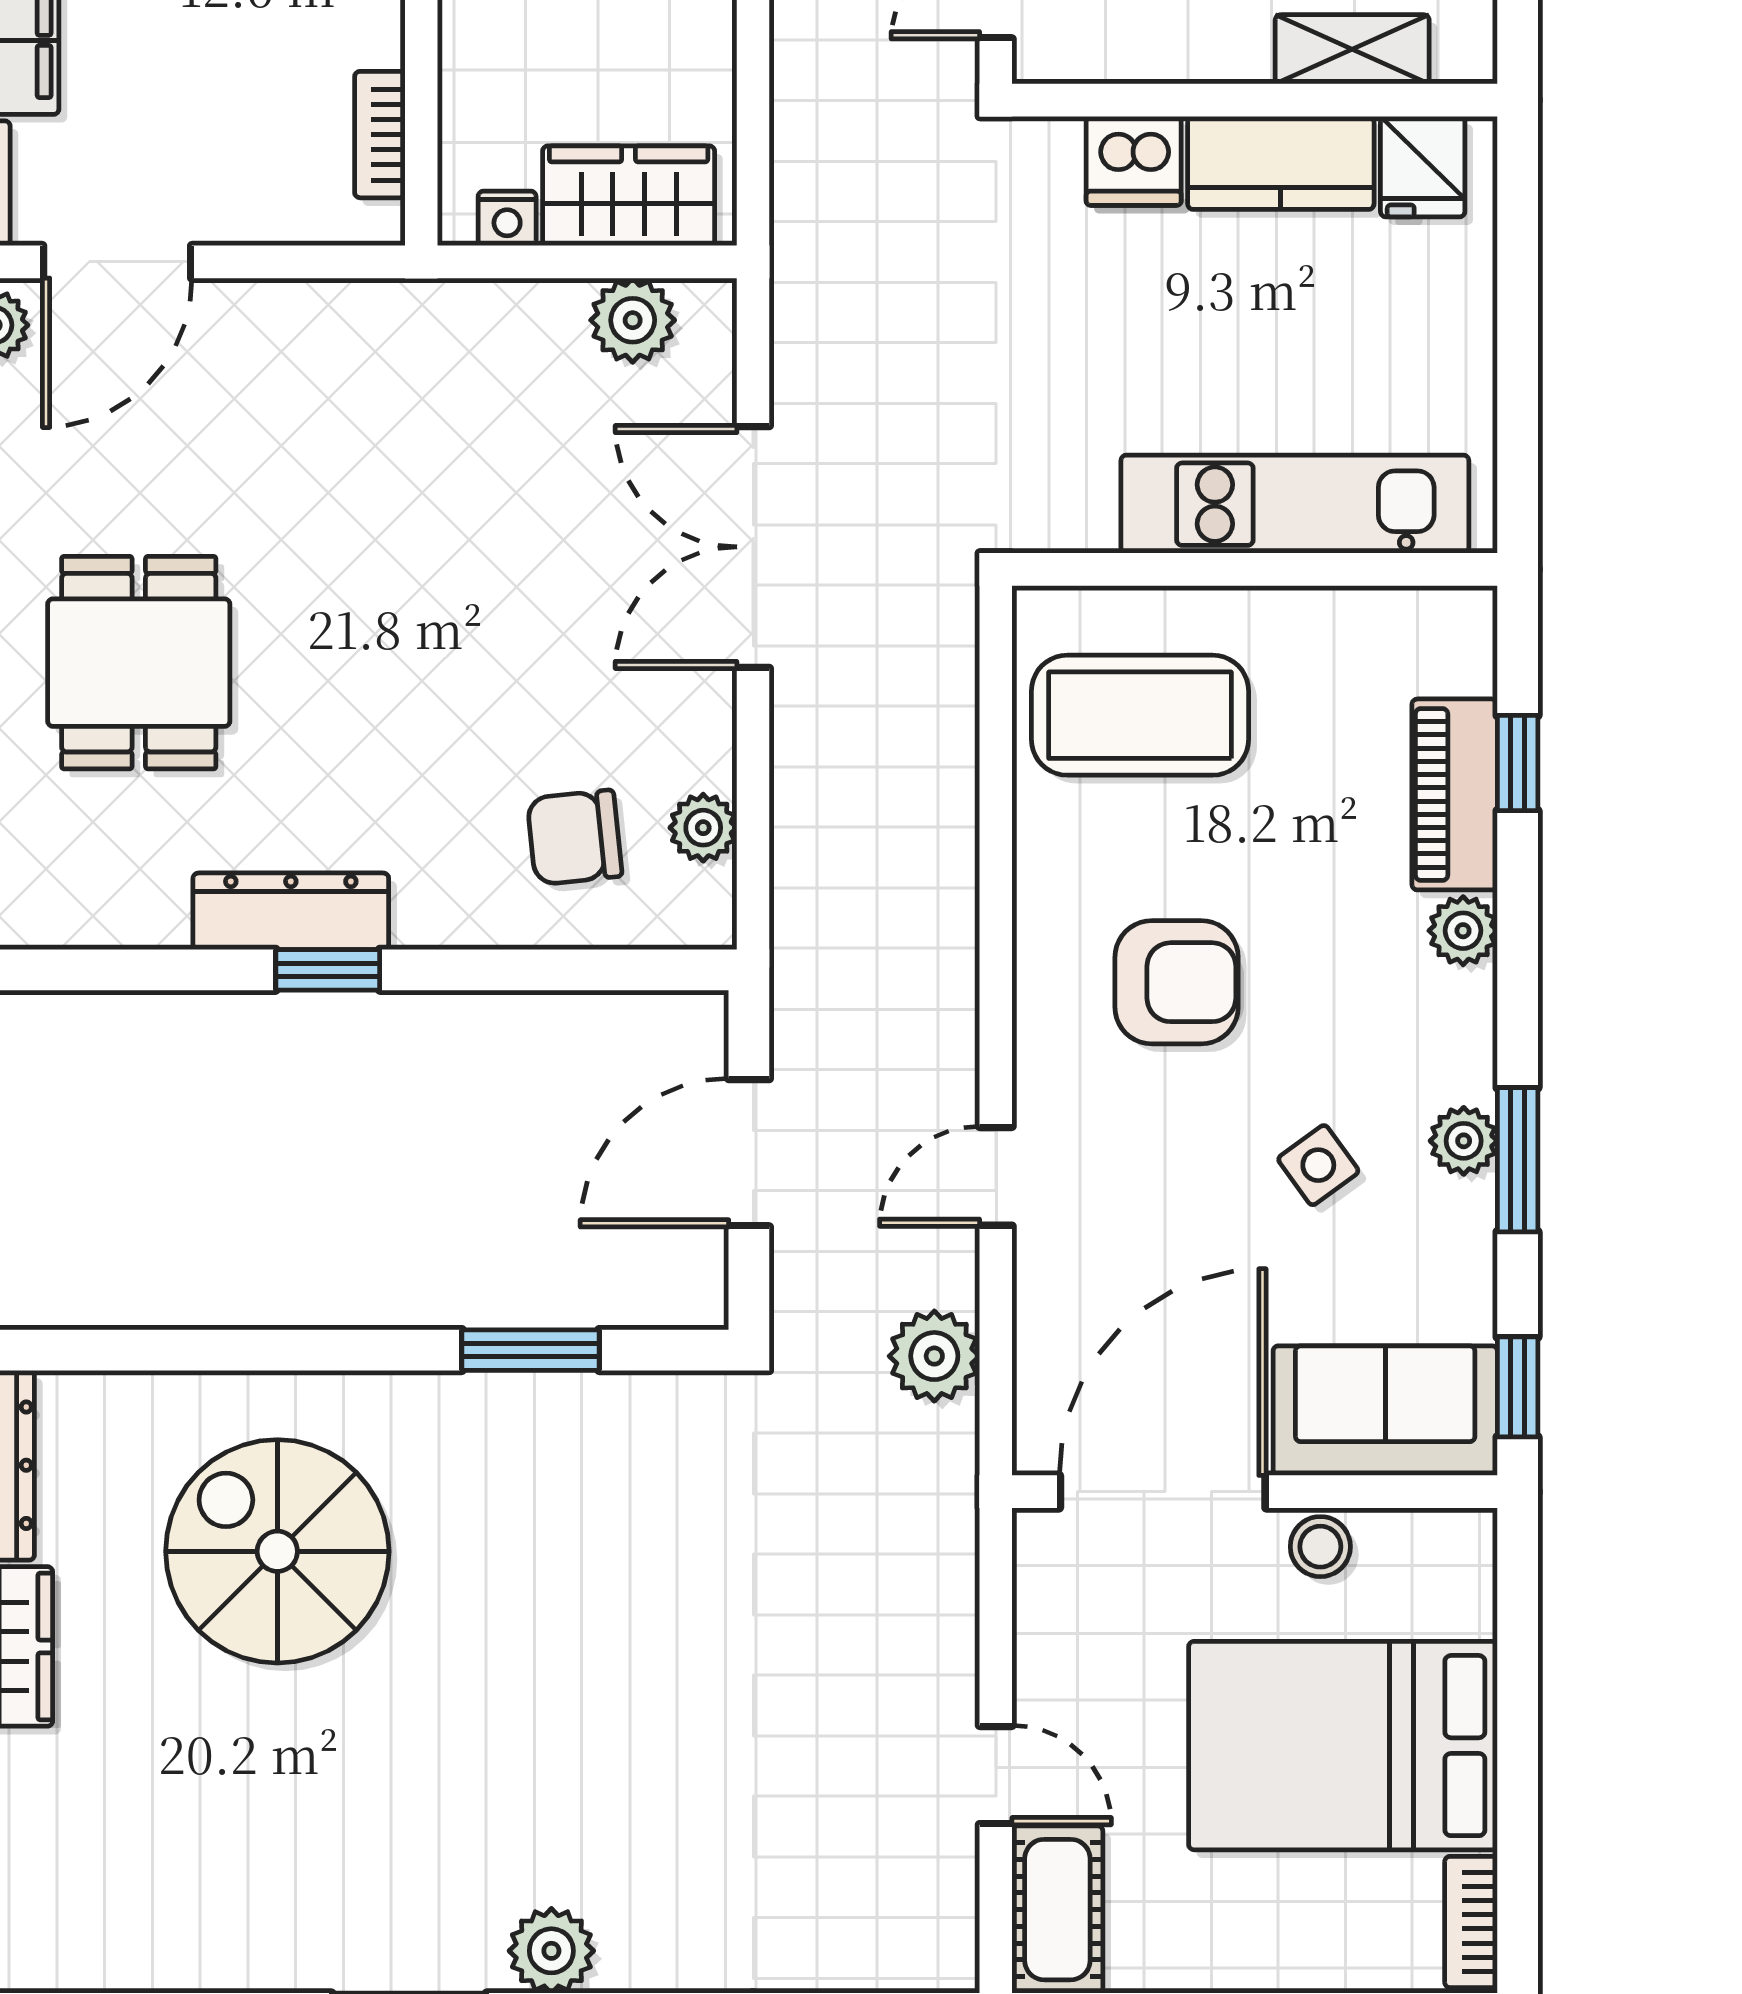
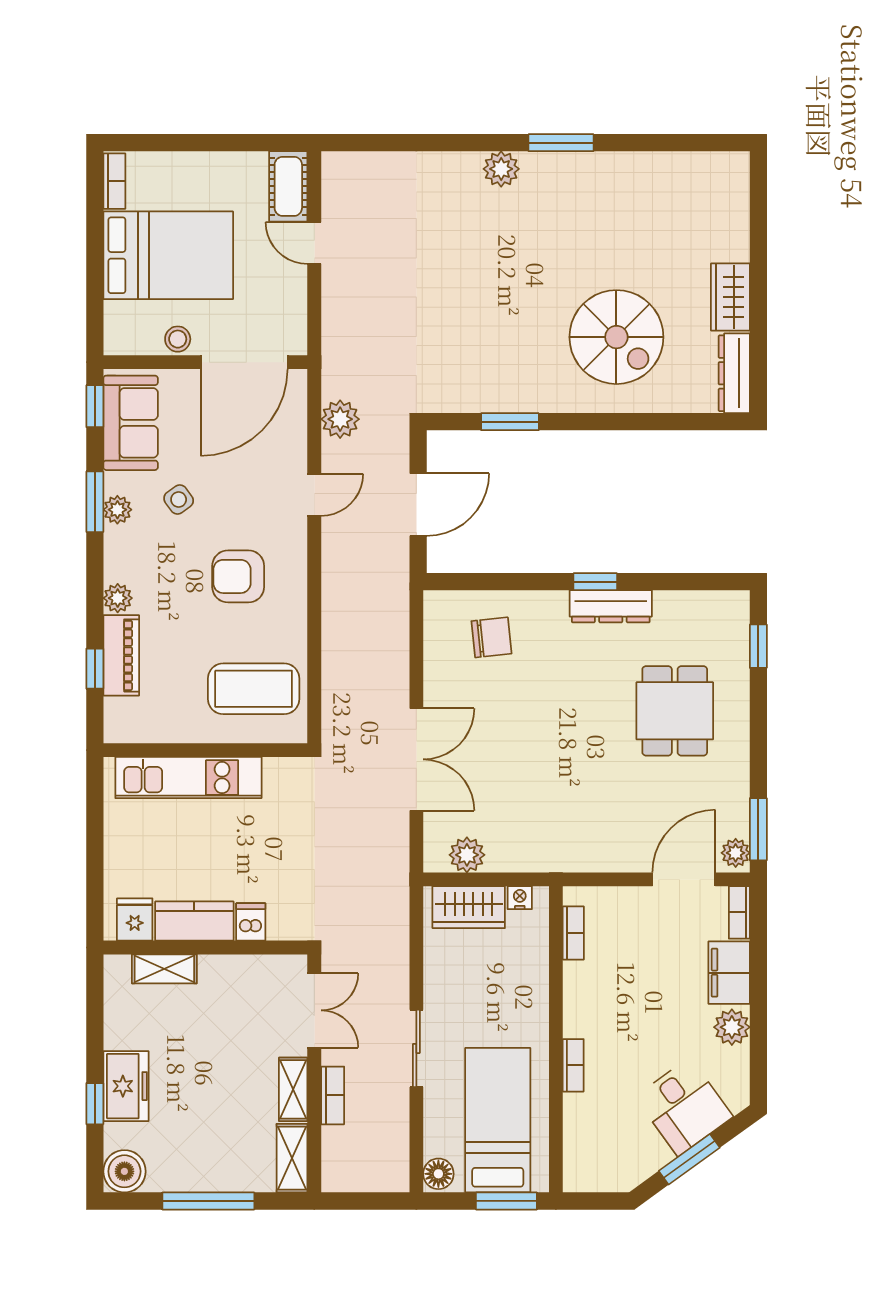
dishwasher: (1134, 161) -> (251, 922), width x0.73
plant: (703, 828) -> (437, 641), removed
sofa: (1385, 1411) -> (131, 423), moved, turned -90

